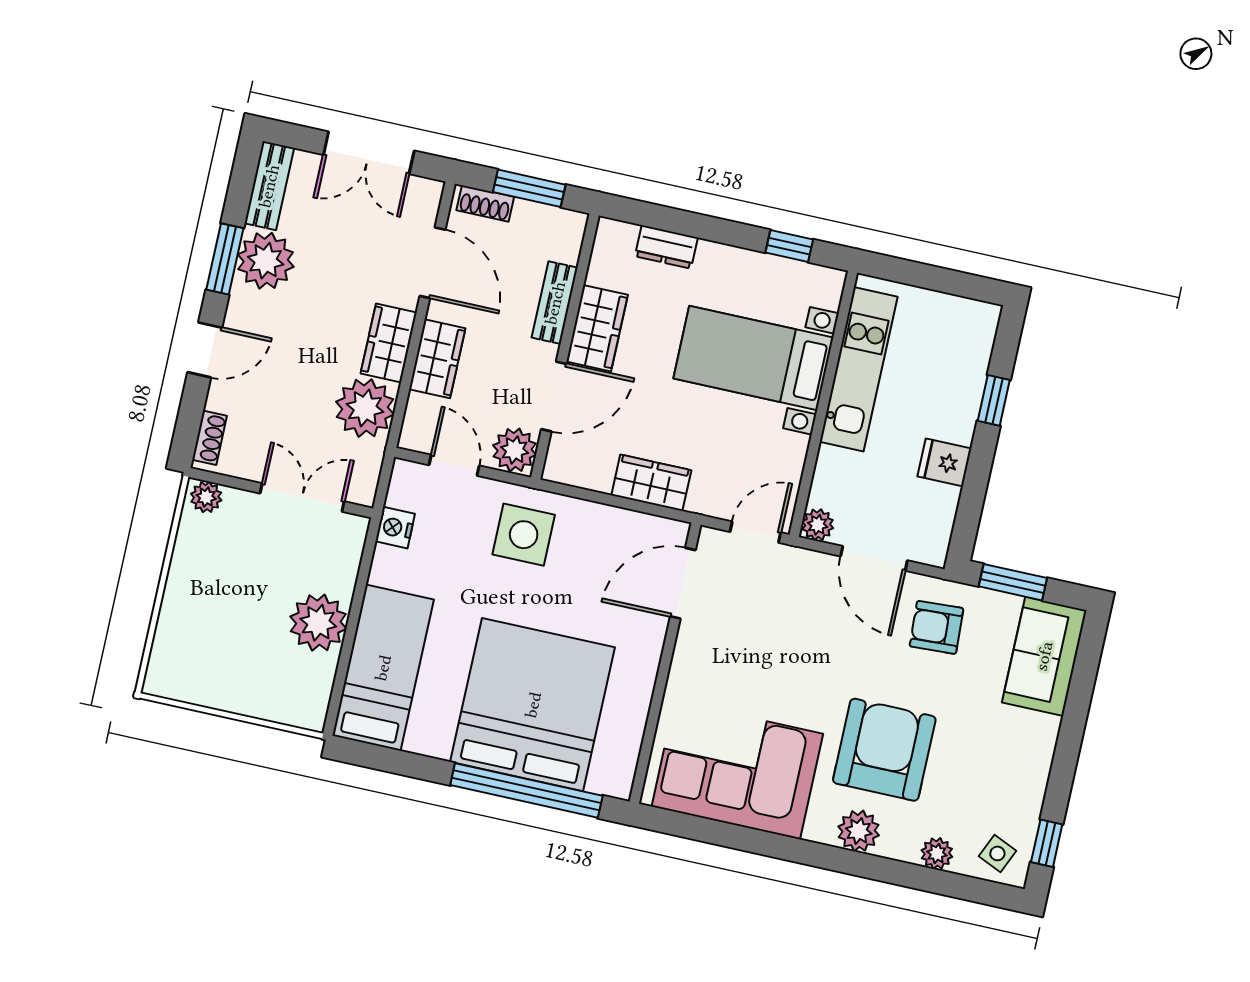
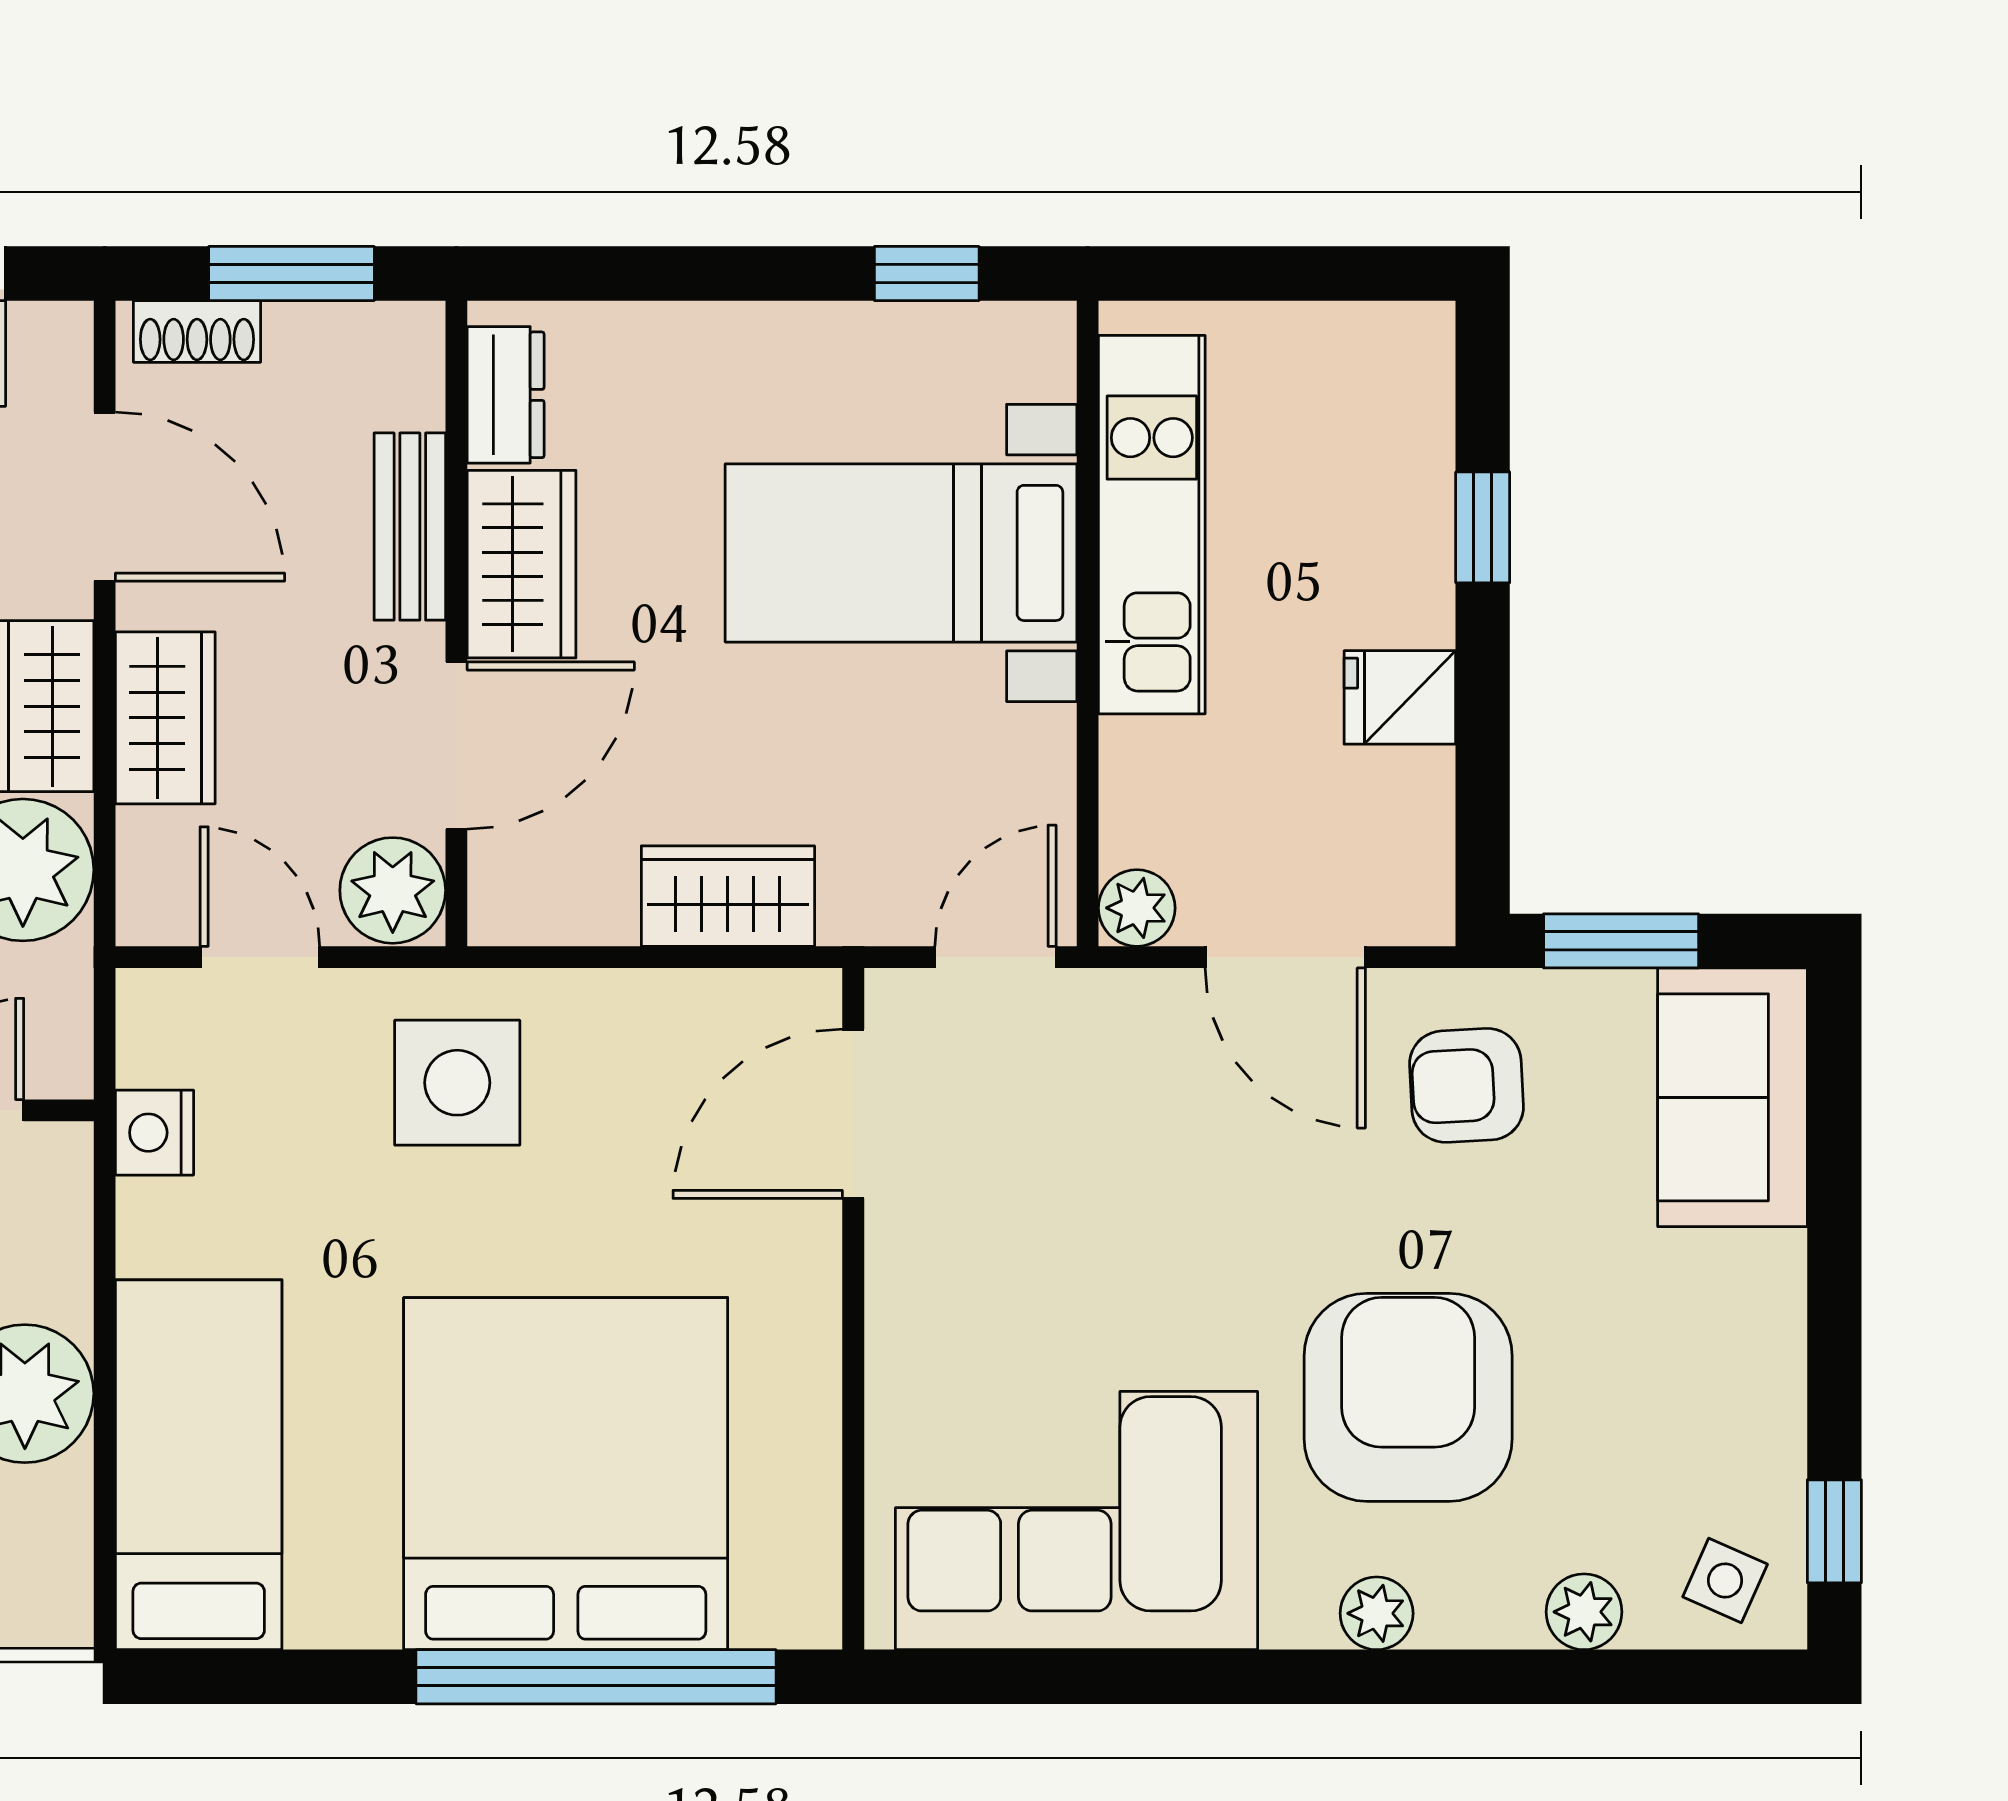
dresser: (666, 247) -> (506, 395), moved, turned -90
plant: (859, 831) -> (1377, 1613), width x0.73, depth x0.73

